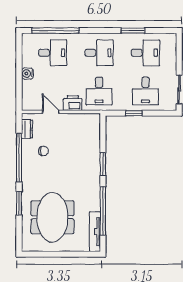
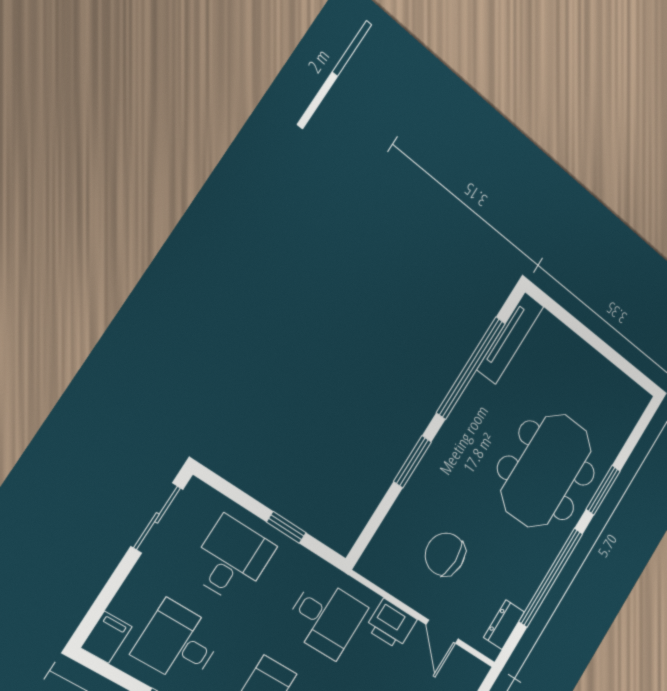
filing cabinet: (170, 41) -> (106, 637), added
desk: (99, 91) -> (326, 618), turned 90
chair: (44, 151) -> (445, 554), moved, width x1.87, depth x1.87
meeting table: (52, 217) -> (546, 471), moved

